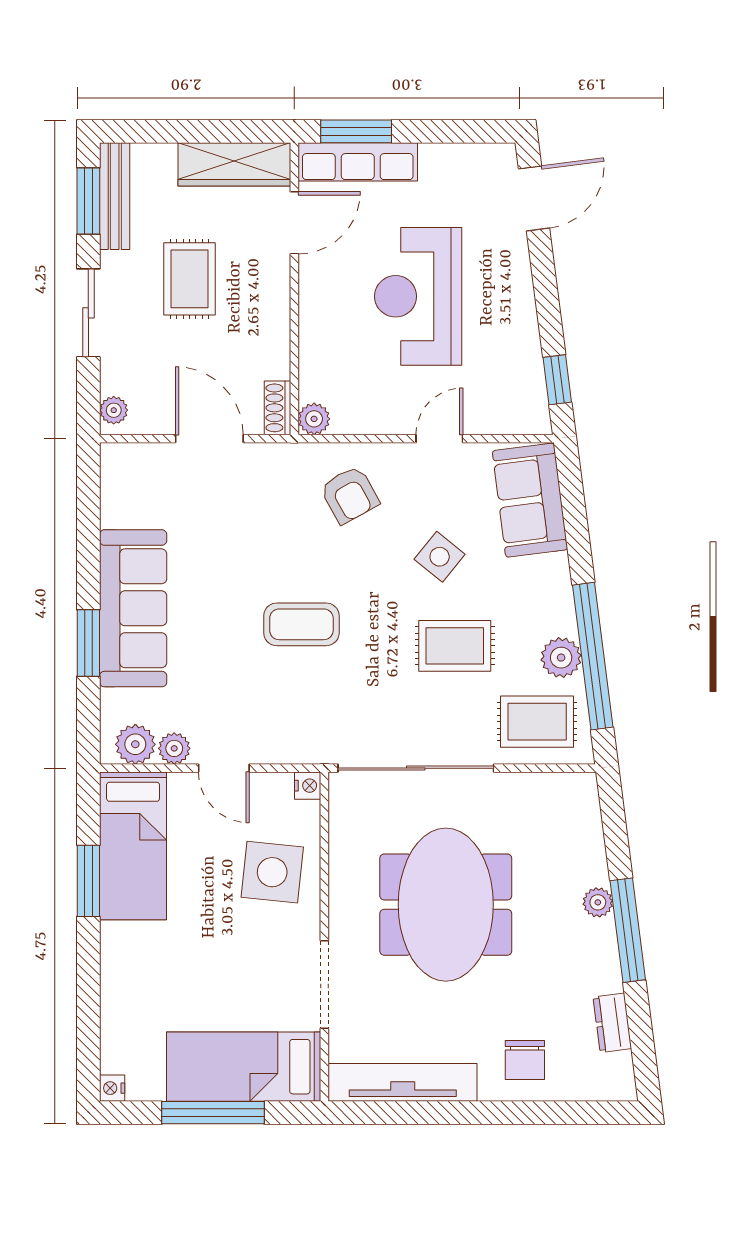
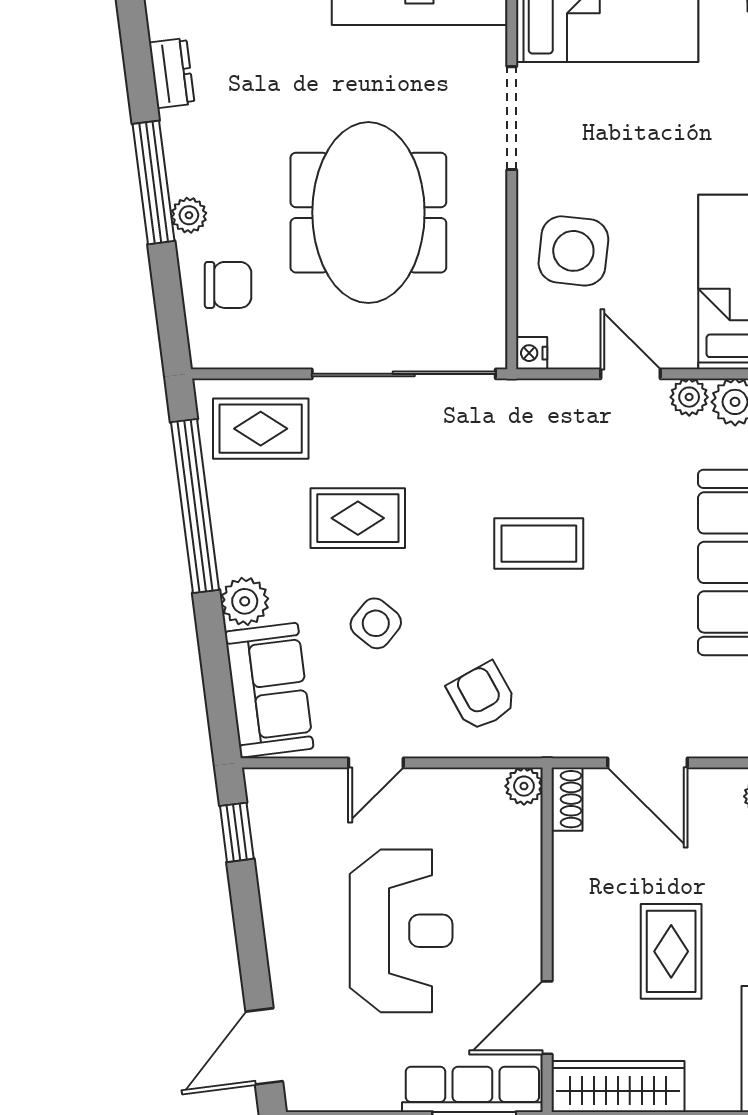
plant: (561, 658) -> (245, 601), moved
chair: (525, 1060) -> (228, 285), moved, turned 90

